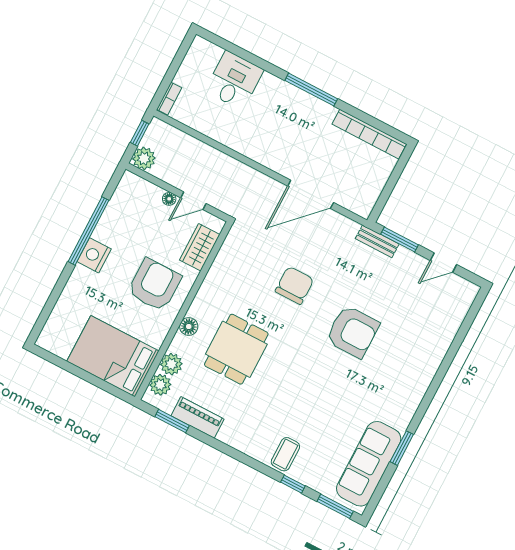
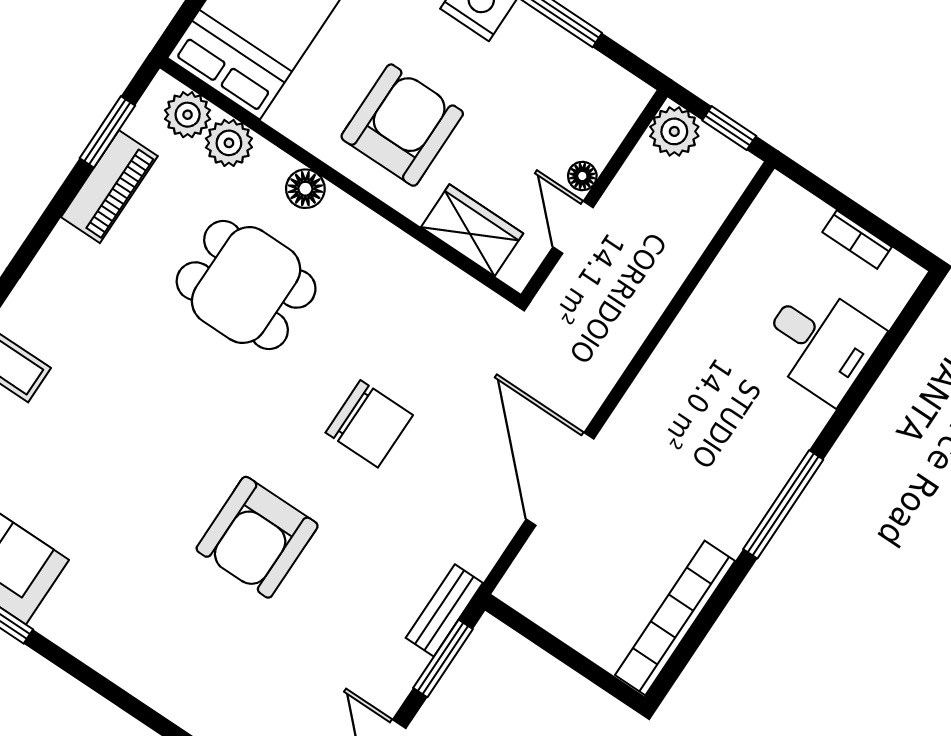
bookcase: (169, 99) -> (857, 240), moved
armchair: (154, 285) -> (402, 125), turned -90

